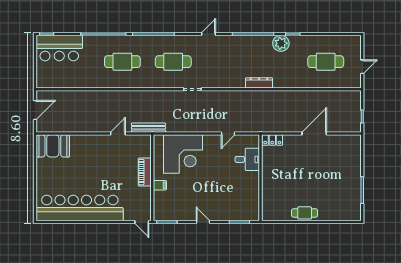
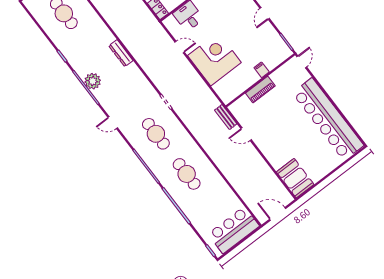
plant: (281, 43) -> (93, 81), moved
bar counter: (59, 48) -> (234, 230), moved, turned -90
bench: (149, 128) -> (226, 117), width x0.73
corner desk: (183, 154) -> (214, 59), moved

